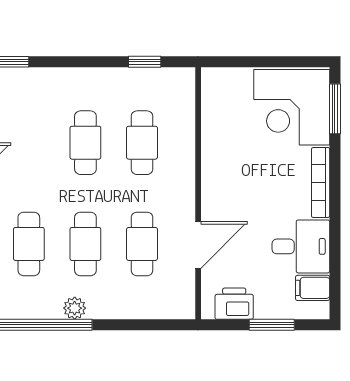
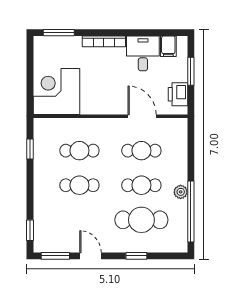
corner desk: (292, 107) -> (56, 91), moved, turned 180
cafe table: (29, 244) -> (141, 220), width x1.37, depth x1.35

